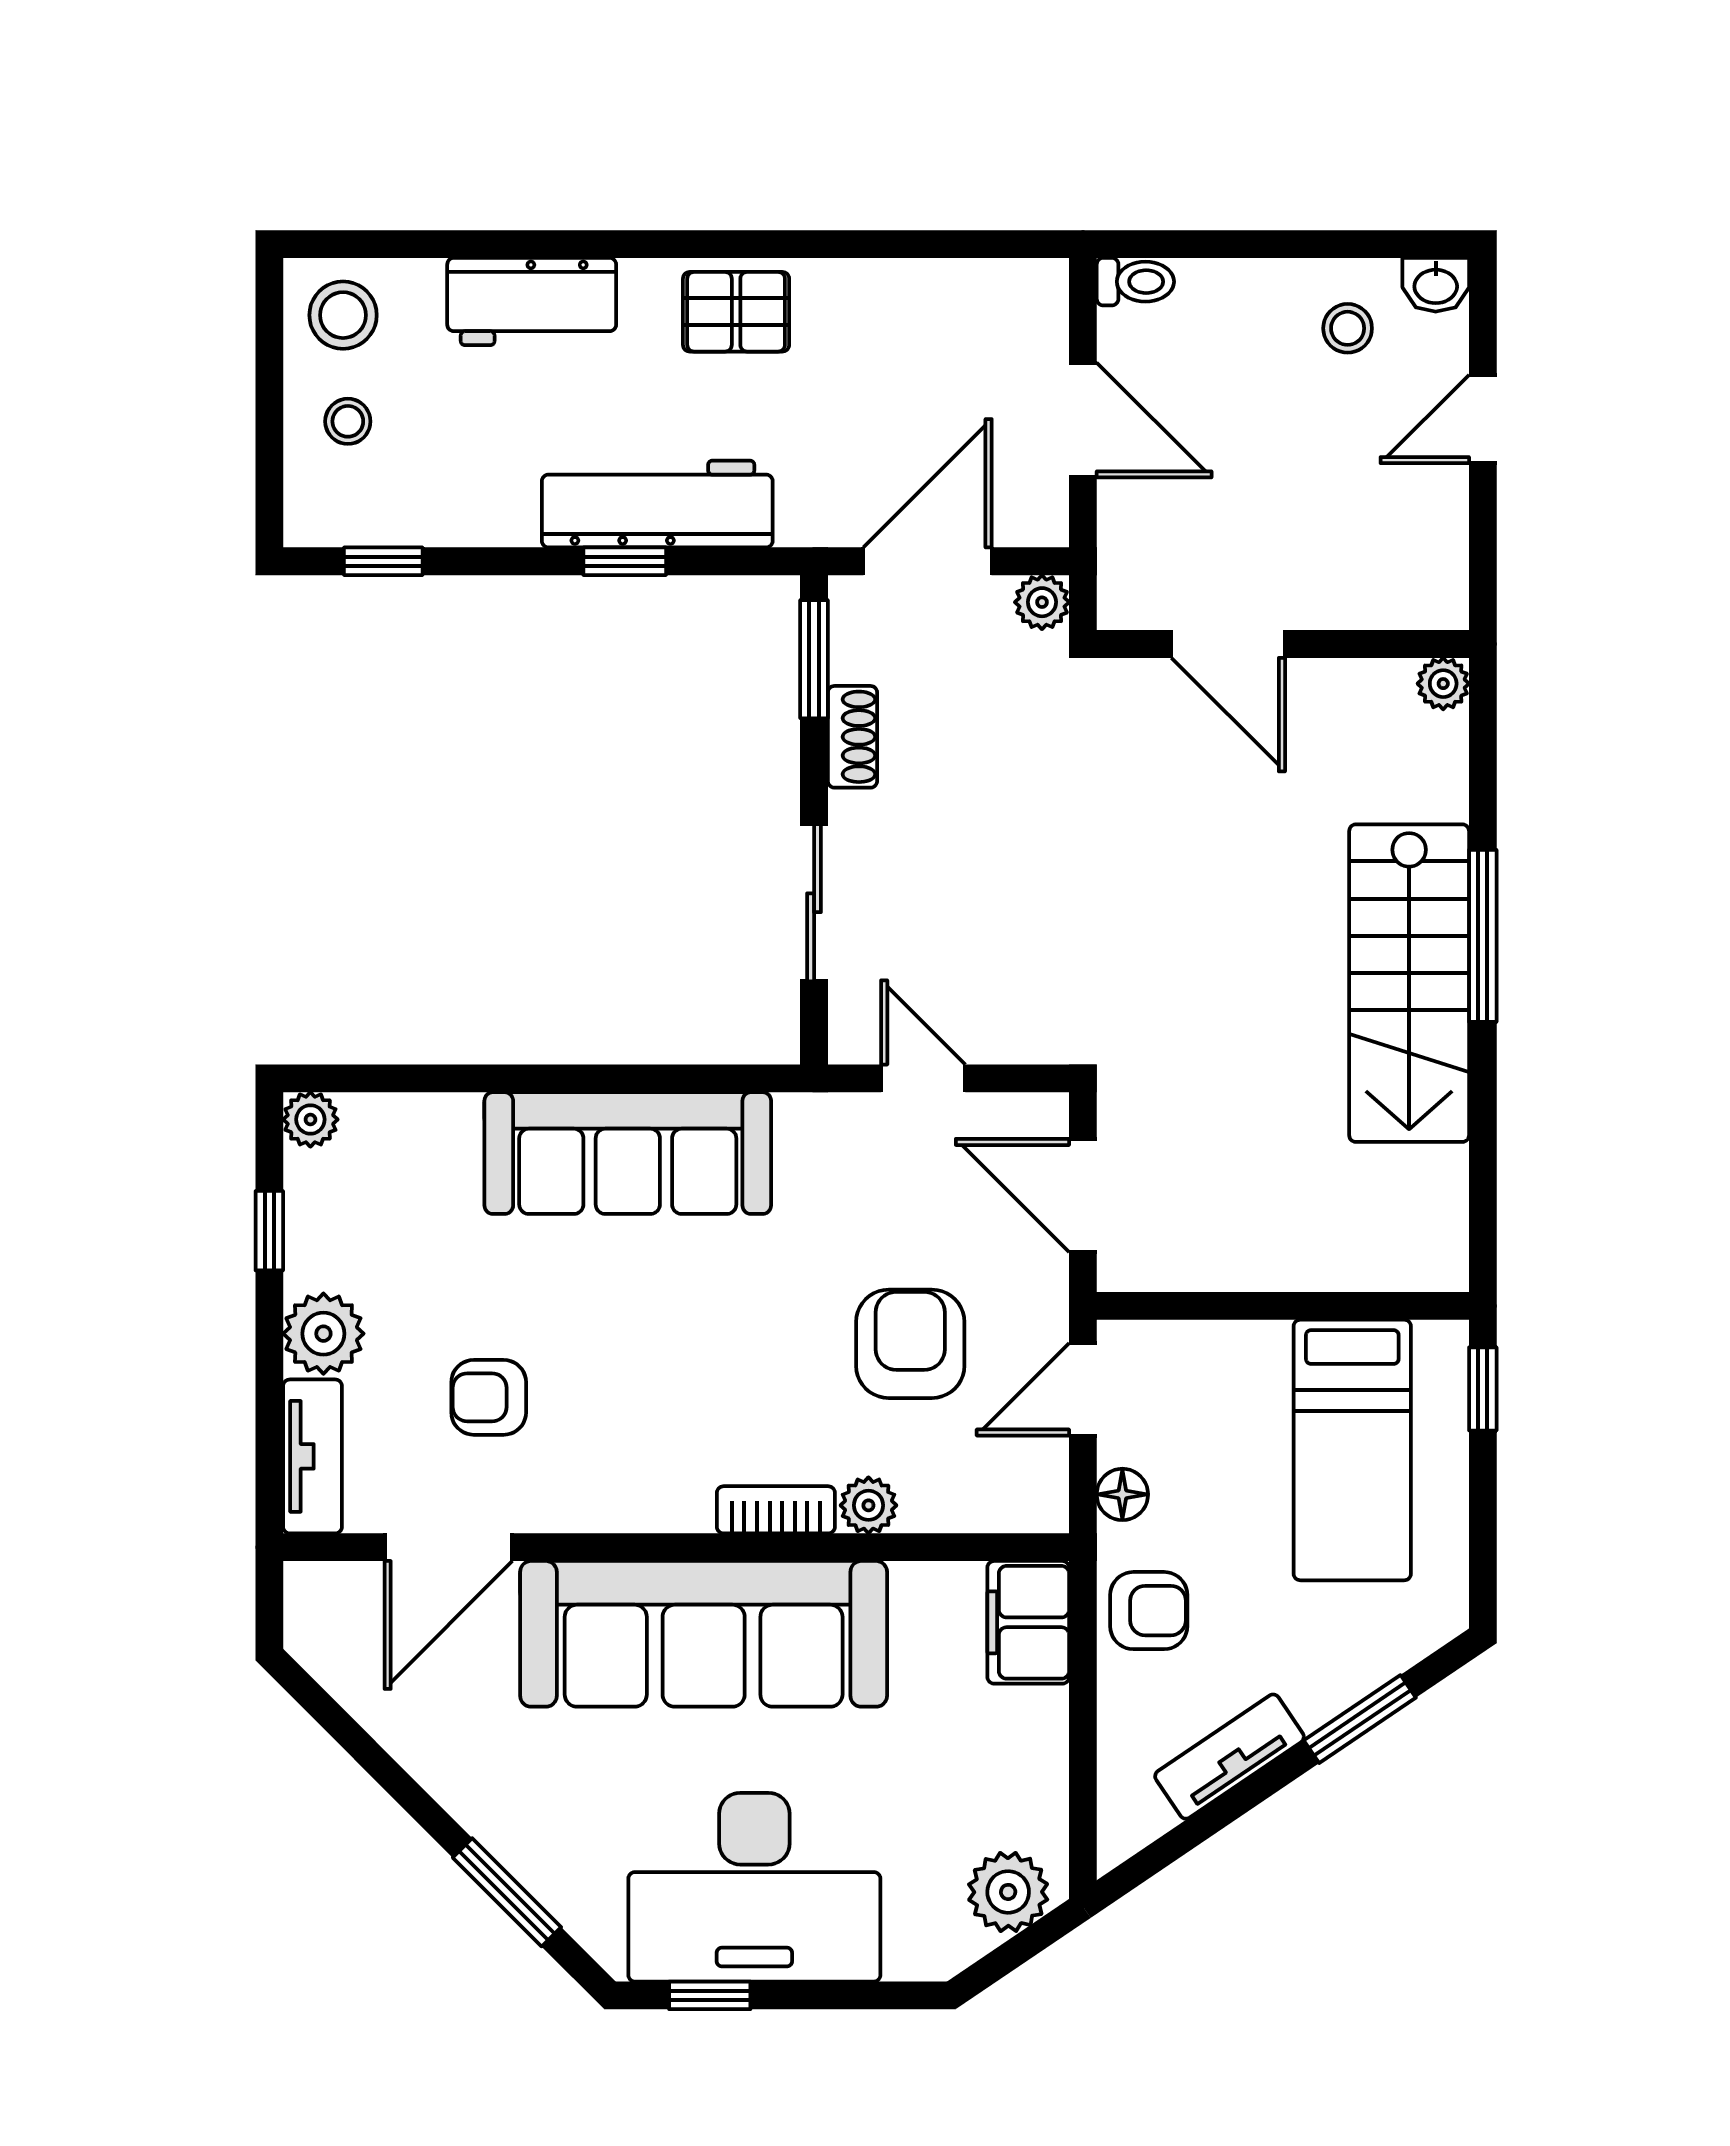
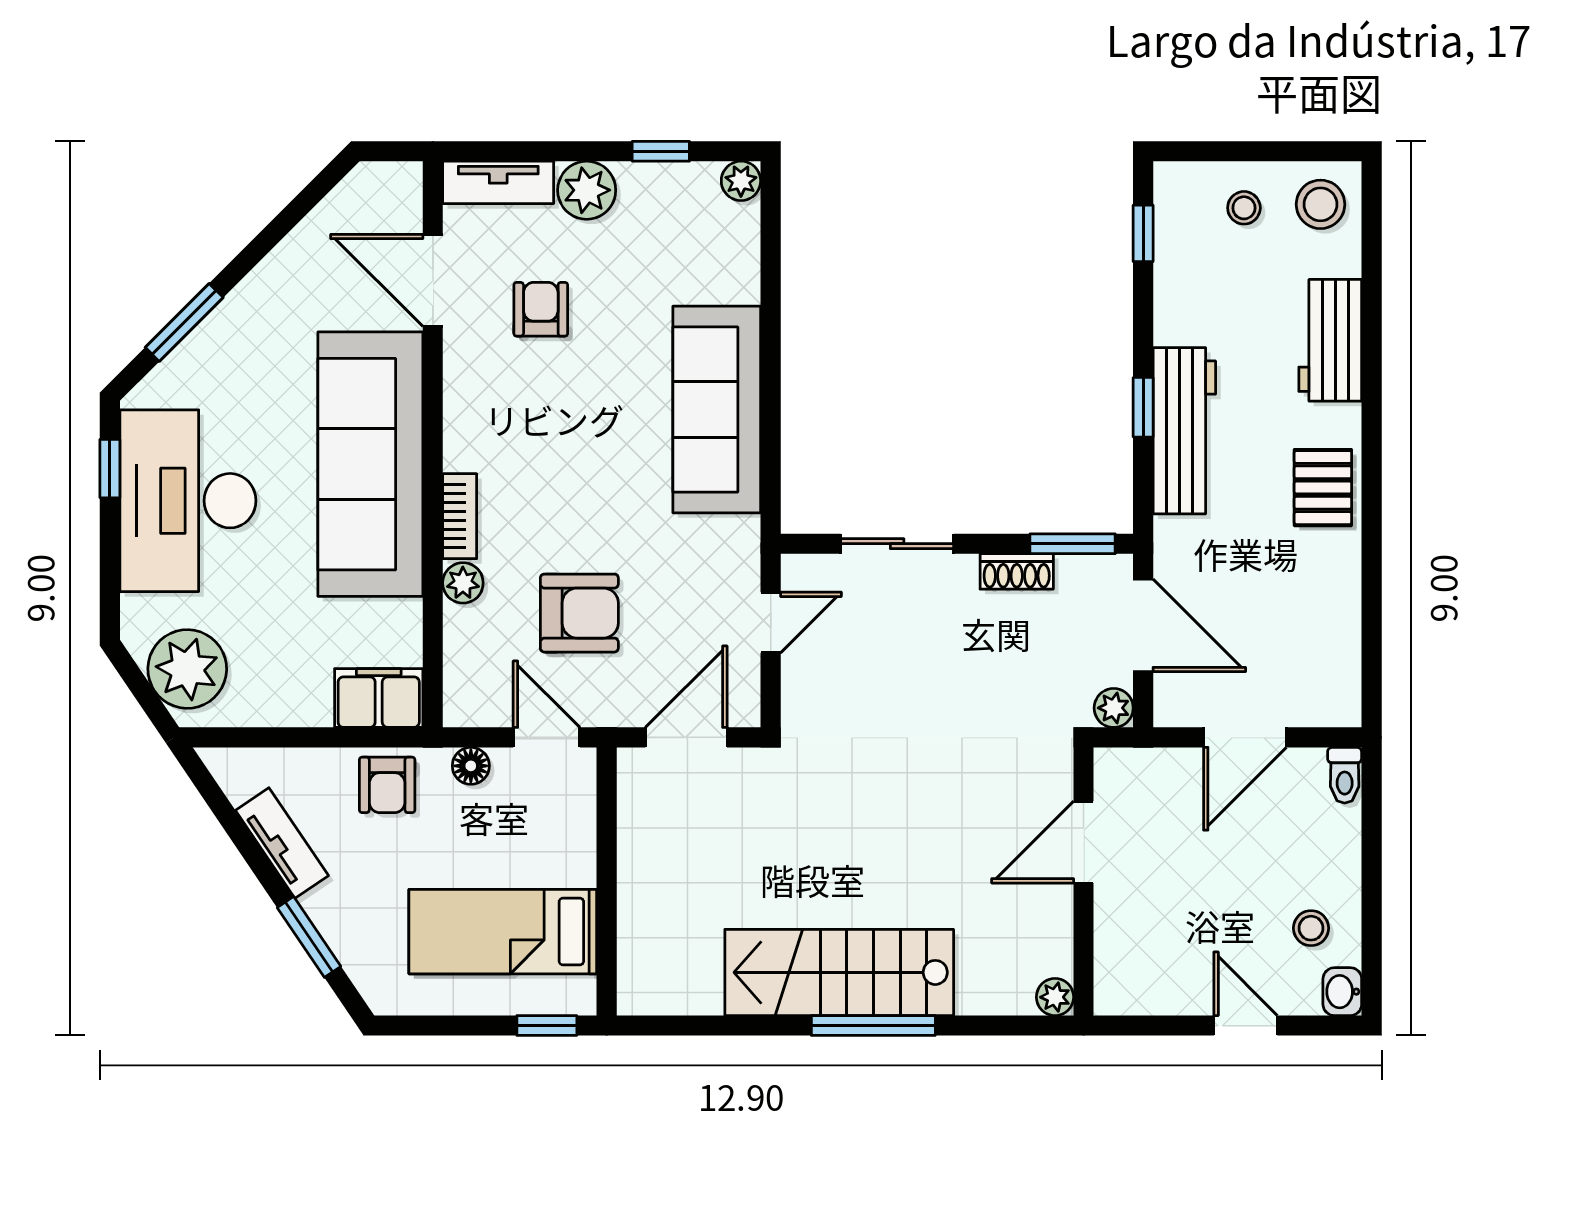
plant: (1008, 1892) -> (187, 669), width x1.36, depth x1.36

